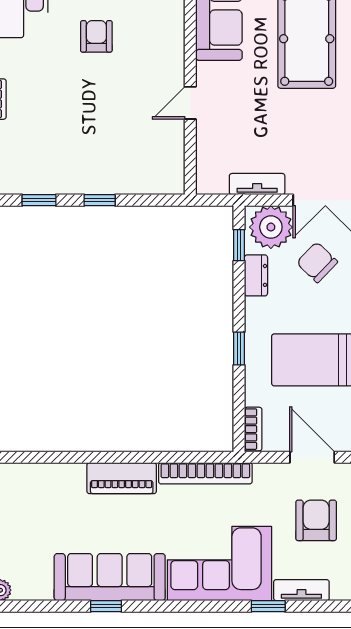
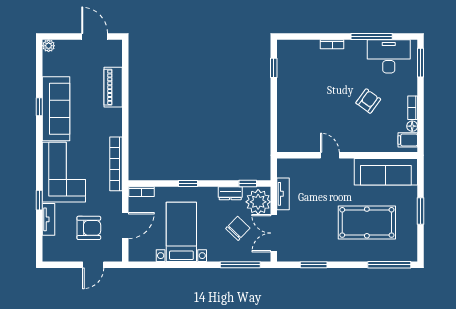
armchair: (96, 36) -> (368, 101), turned -54
window: (100, 200) -> (274, 103), removed
piano: (122, 478) -> (113, 87), moved

